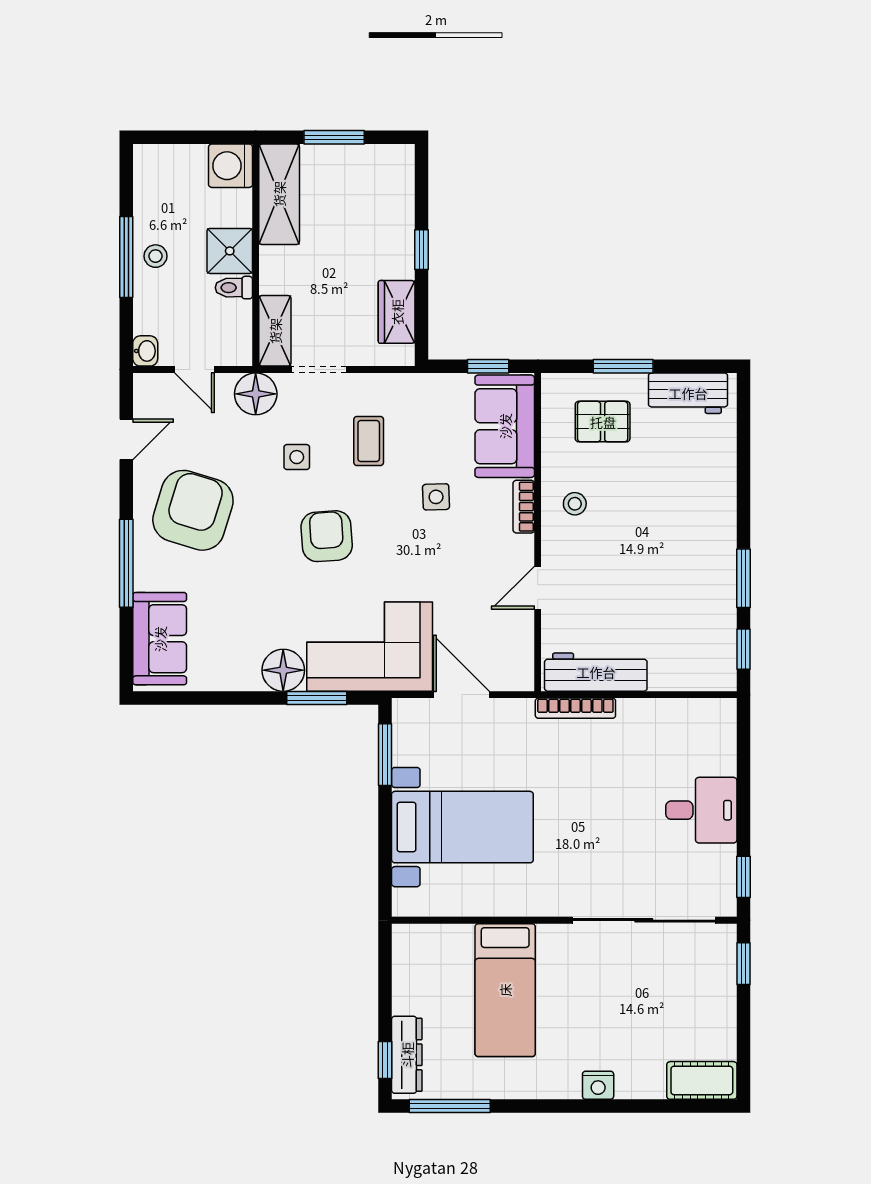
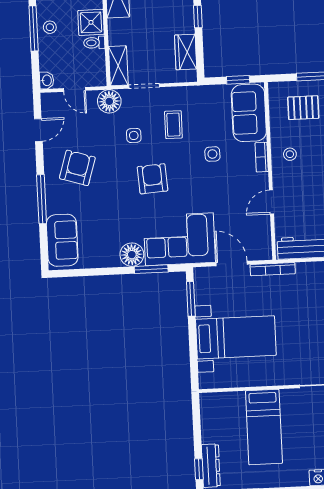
armchair: (193, 510) -> (77, 168), width x0.73, depth x0.73
bookcase: (575, 708) -> (273, 269), moved

